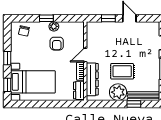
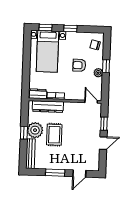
armchair: (57, 44) -> (79, 65), moved
door: (85, 55) -> (91, 102), moved
window: (134, 104) -> (24, 133), moved

